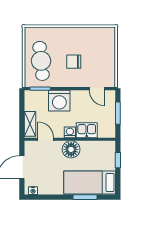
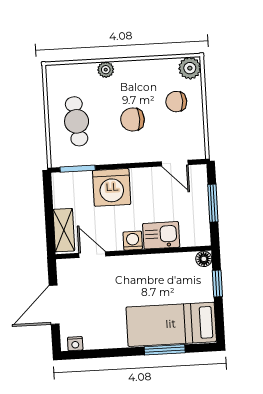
plant: (60, 32) -> (106, 70), added
plant: (109, 34) -> (190, 68), added
chair: (100, 53) -> (176, 102), added
cafe table: (41, 61) -> (77, 121), width x0.73, depth x0.74
floor lamp: (71, 149) -> (204, 259), moved, width x0.53, depth x0.53

